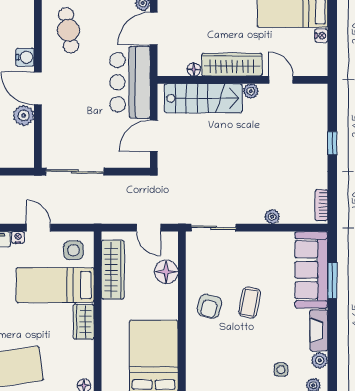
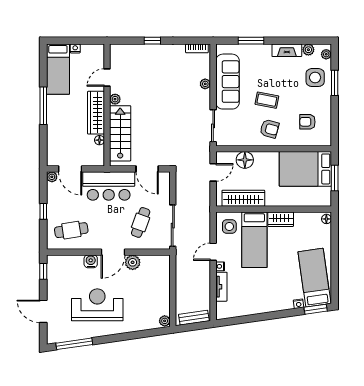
cafe table: (79, 127) -> (141, 222), added
sofa: (311, 270) -> (228, 82), moved, turned -90
armchair: (219, 359) -> (307, 122), added
side table: (281, 370) -> (315, 78), width x1.87, depth x1.87

